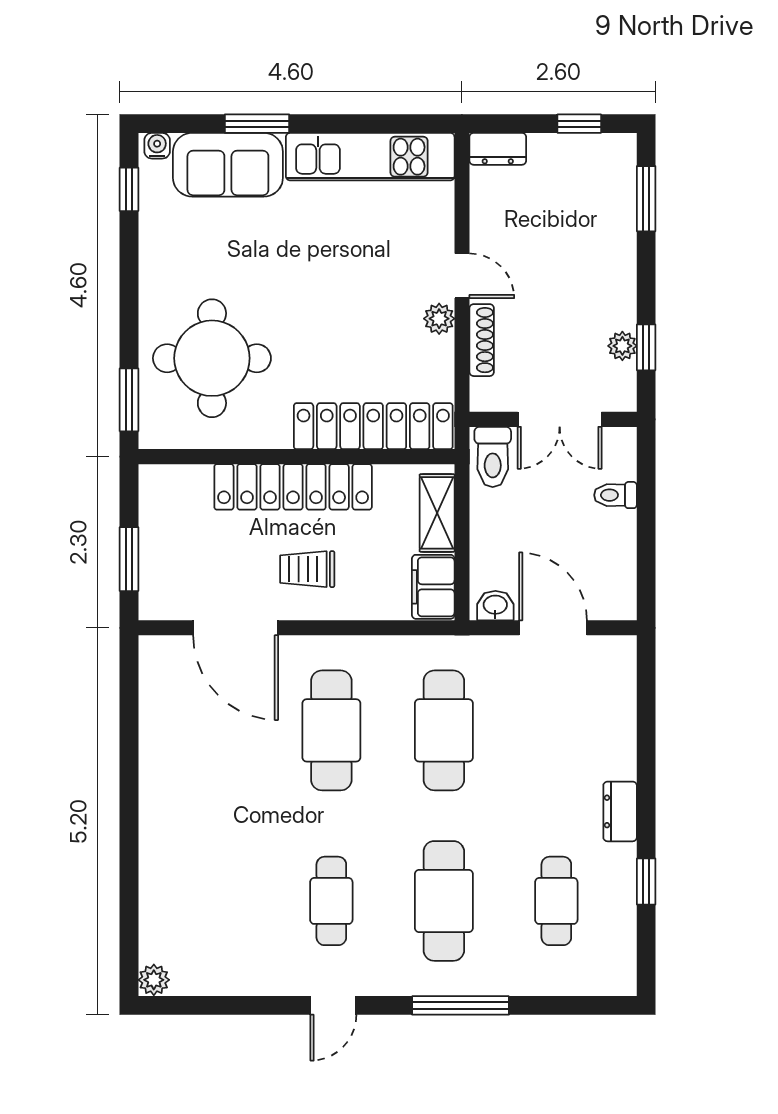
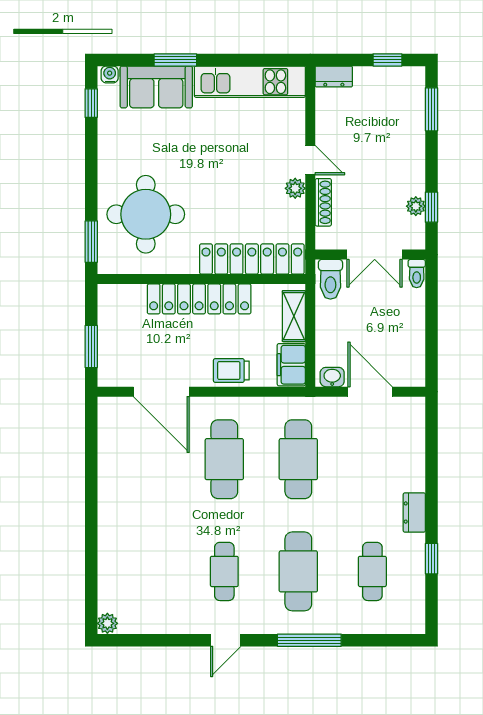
toilet: (615, 495) -> (417, 274), moved, turned -90
trolley: (307, 569) -> (231, 371), moved

